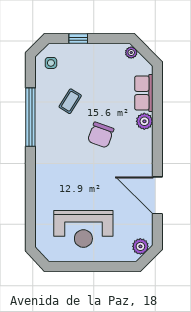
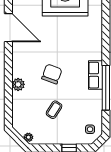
row of seats: (144, 93) -> (95, 75), moved, turned 180
coffee table: (70, 101) -> (54, 110), moved

